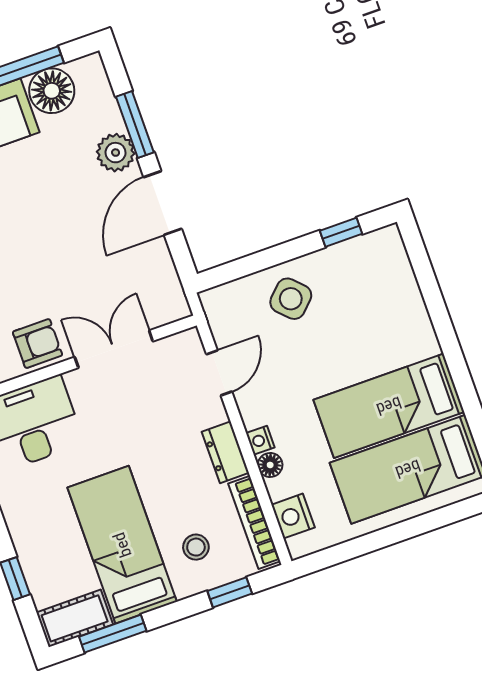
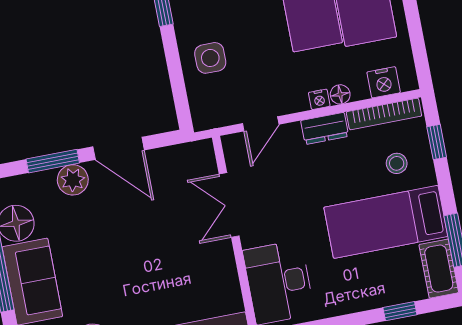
side table: (291, 299) -> (210, 58), turned 45
armchair: (38, 343) -> (215, 265), removed
door: (219, 373) -> (261, 124), swing flipped

